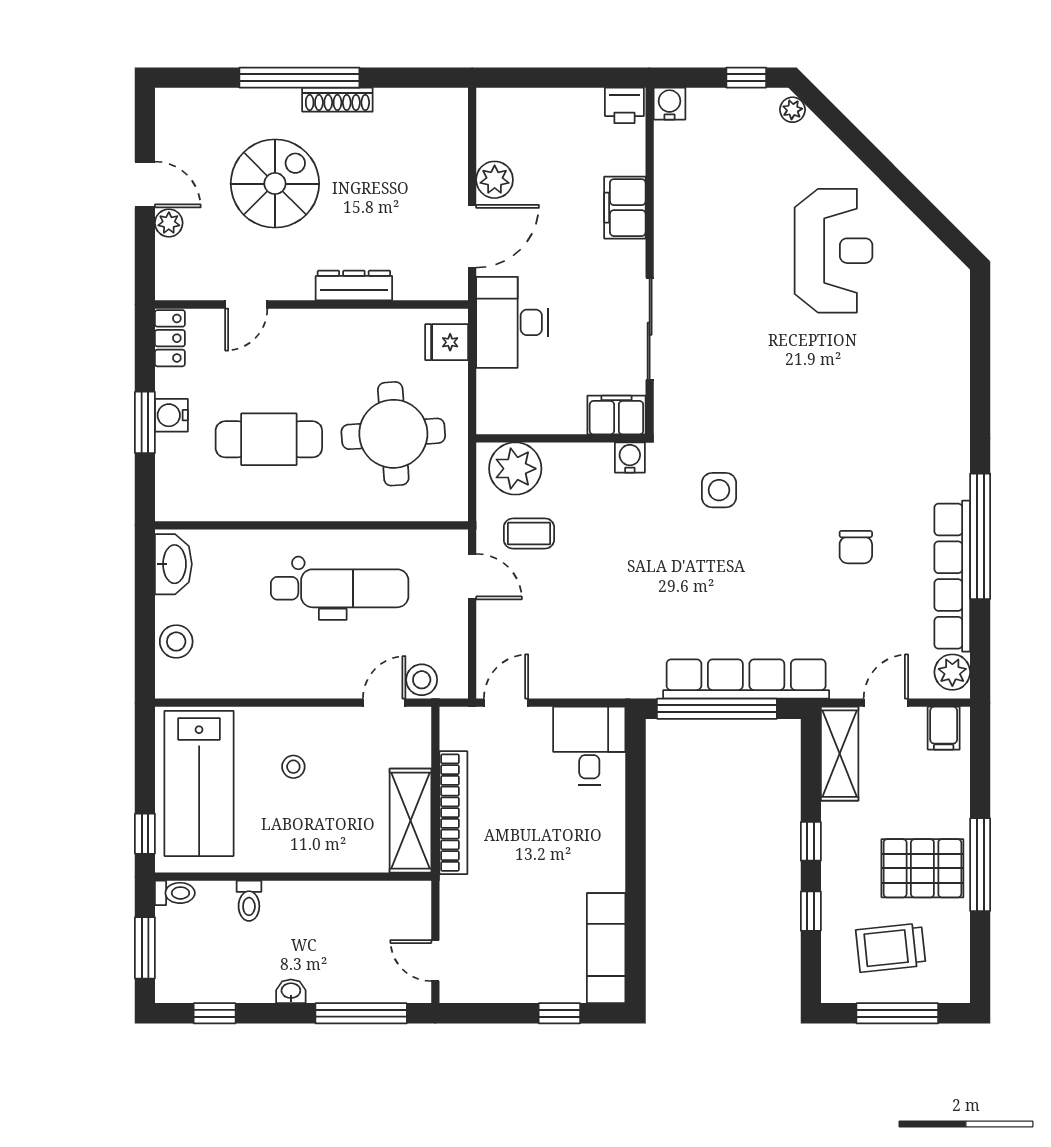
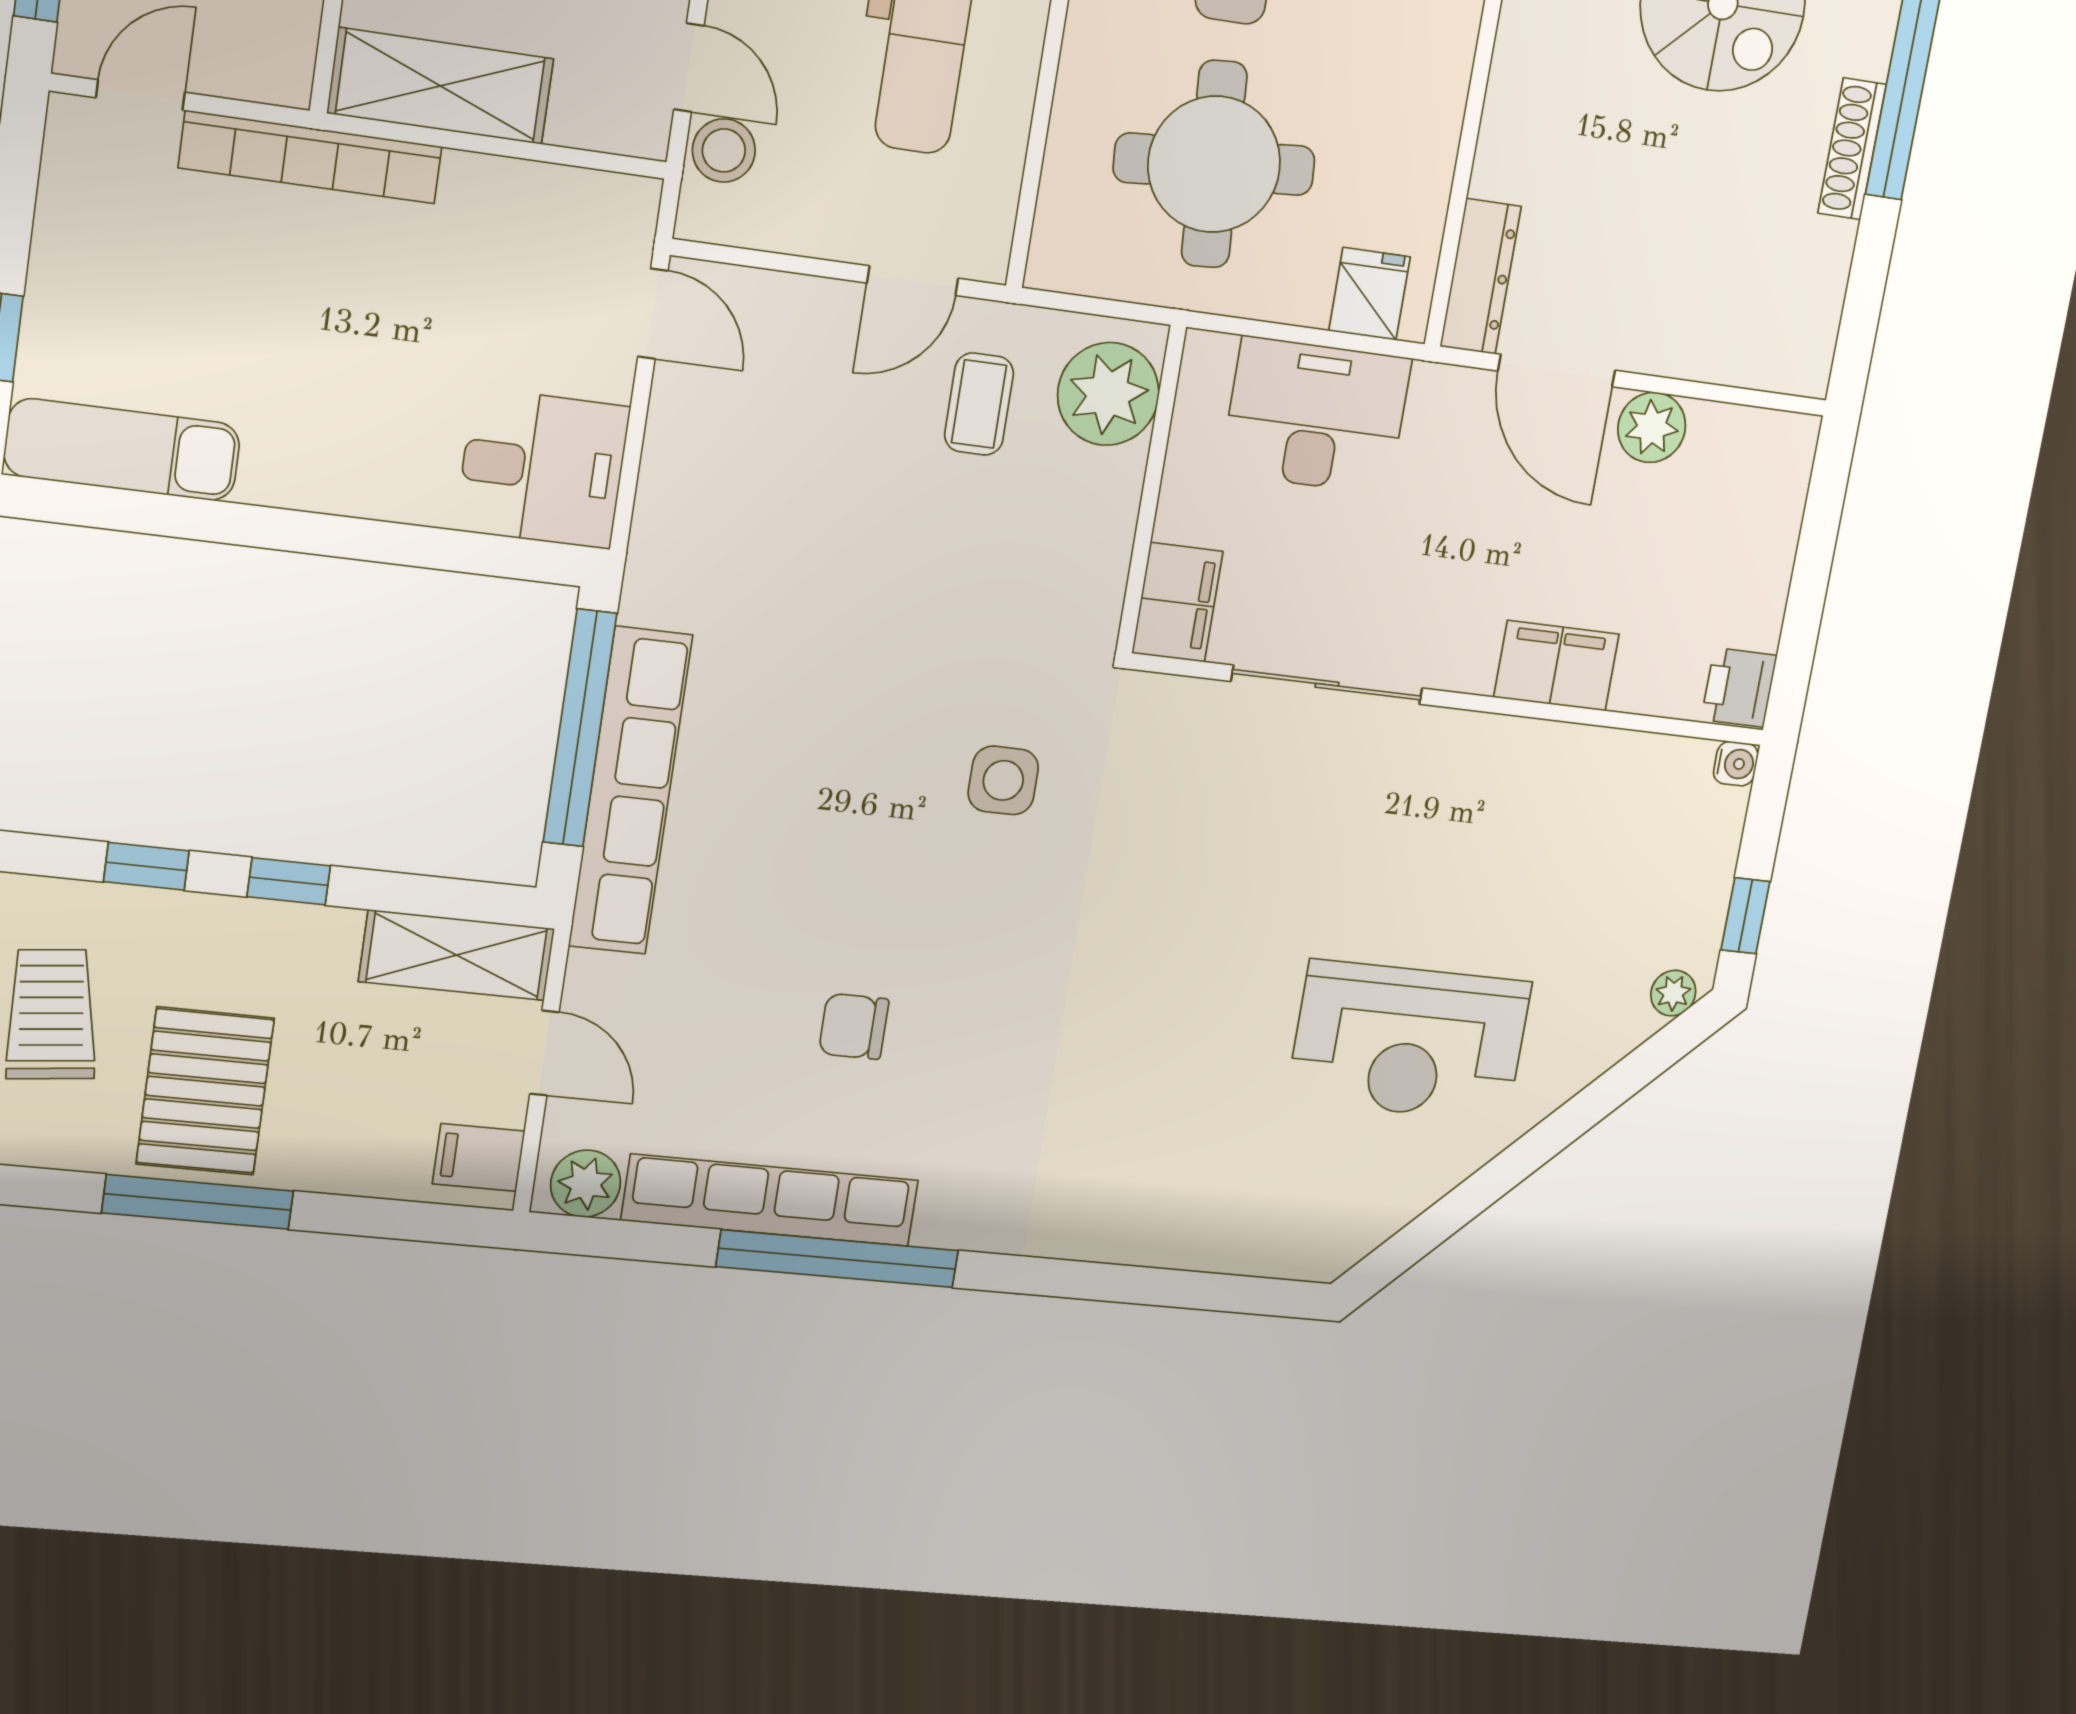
water cooler: (670, 104) -> (1736, 764), width x0.72, depth x0.72
dresser: (354, 286) -> (1481, 277), moved
desk: (512, 322) -> (1316, 416), moved
water cooler: (630, 457) -> (1093, 618), removed
bookcase: (453, 813) -> (311, 157), moved

